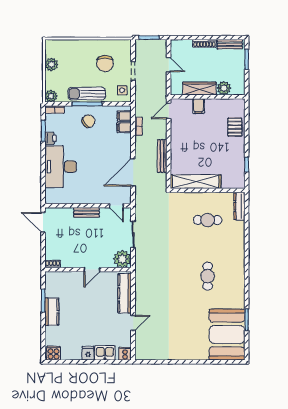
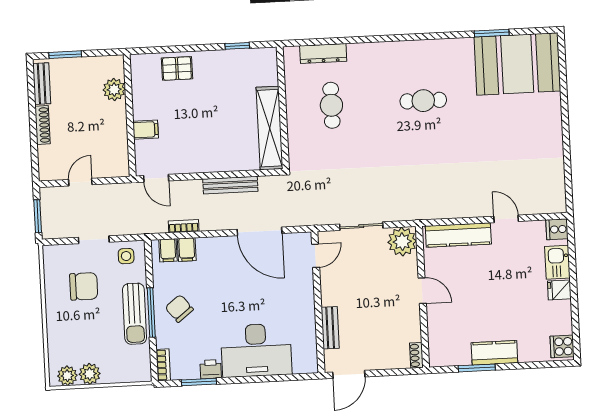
wardrobe: (199, 89) -> (117, 130), removed
plant: (51, 96) -> (67, 376), moved
dresser: (239, 206) -> (323, 54), moved
bench: (86, 212) -> (330, 328), moved

